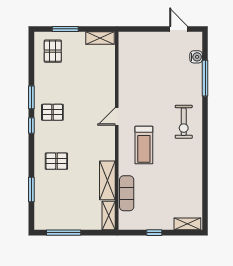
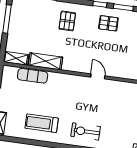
pallet: (52, 112) -> (108, 23), turned 90
treadmill: (144, 145) -> (42, 123), moved

